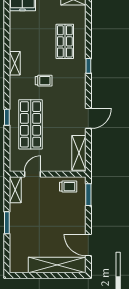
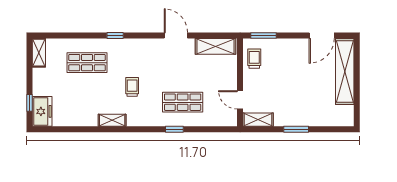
shop shelf: (31, 124) -> (183, 102), width x0.70, depth x0.74

